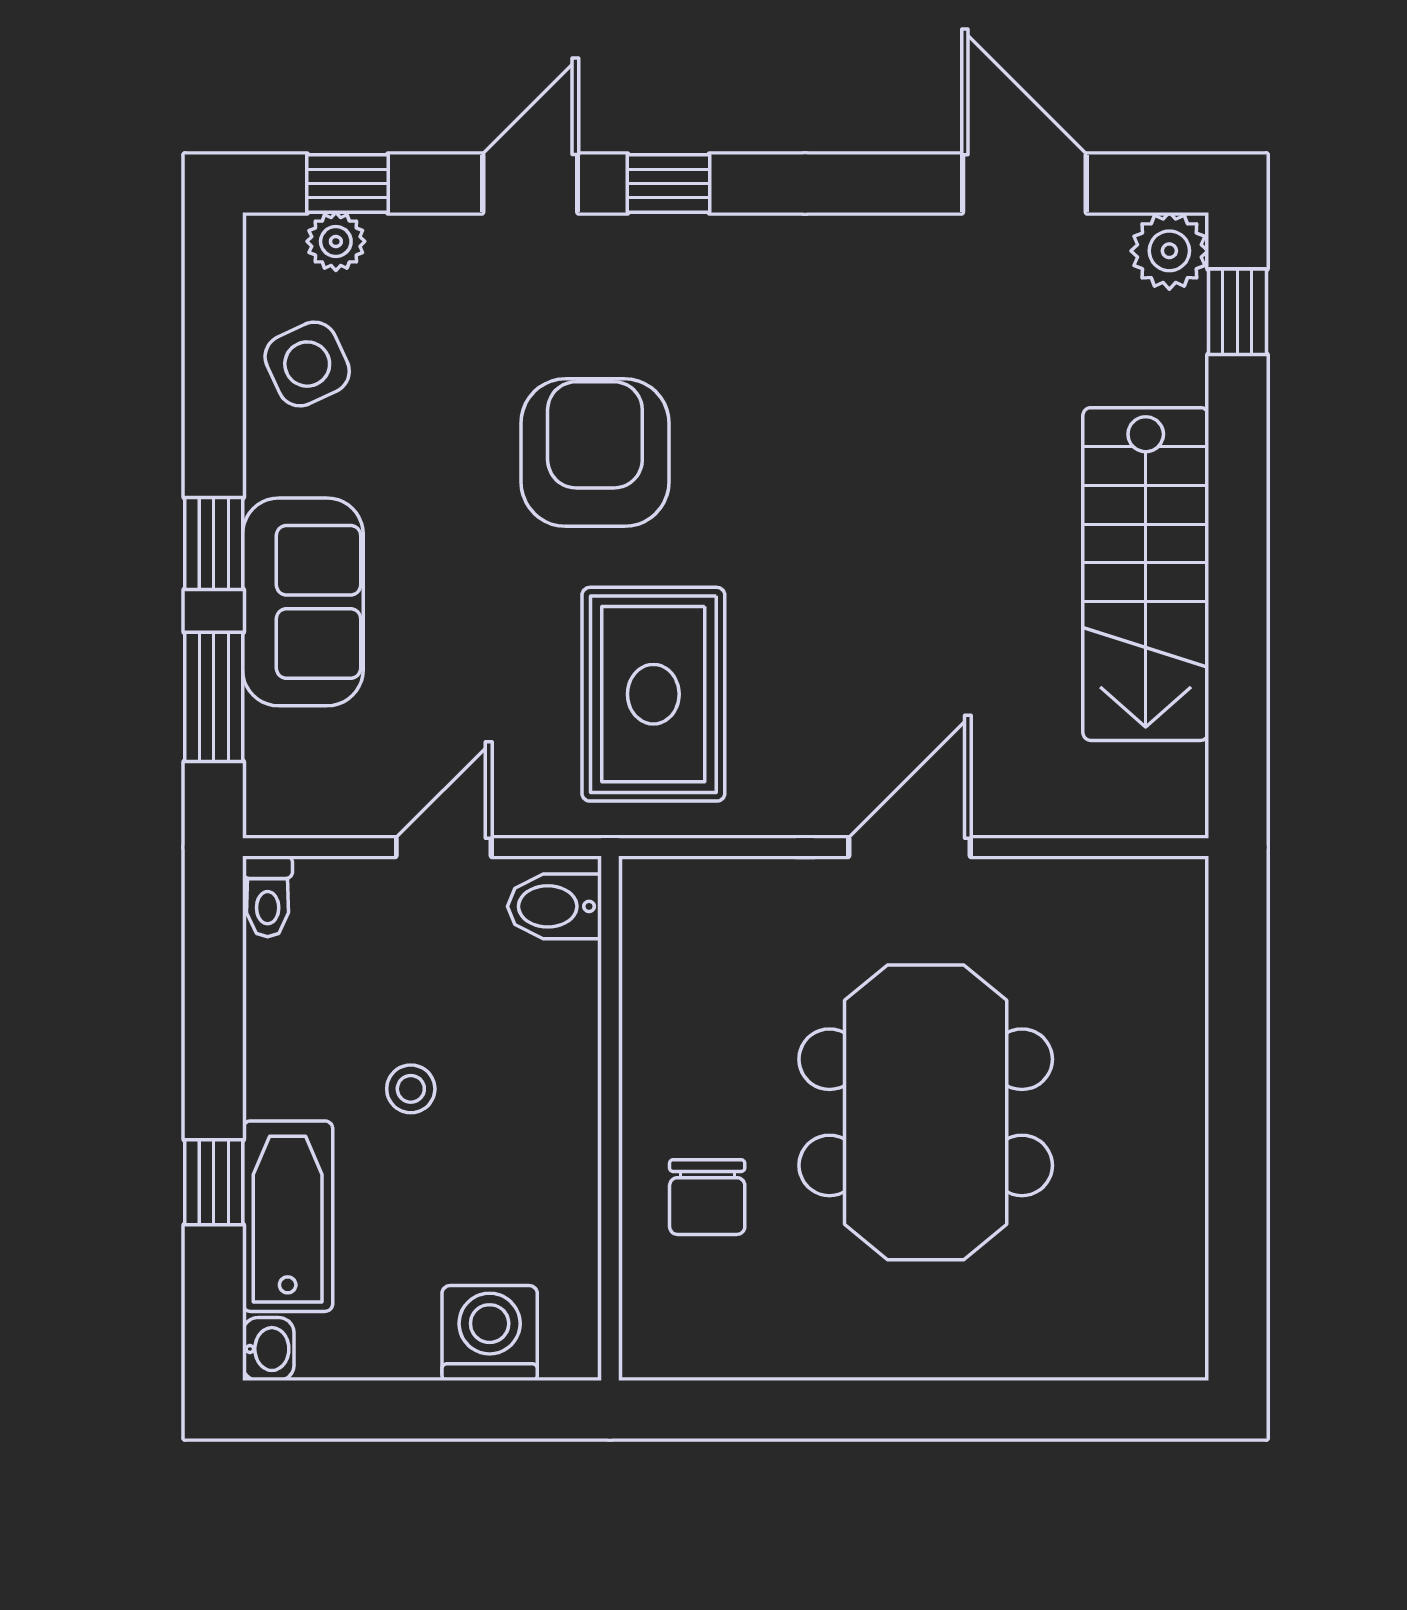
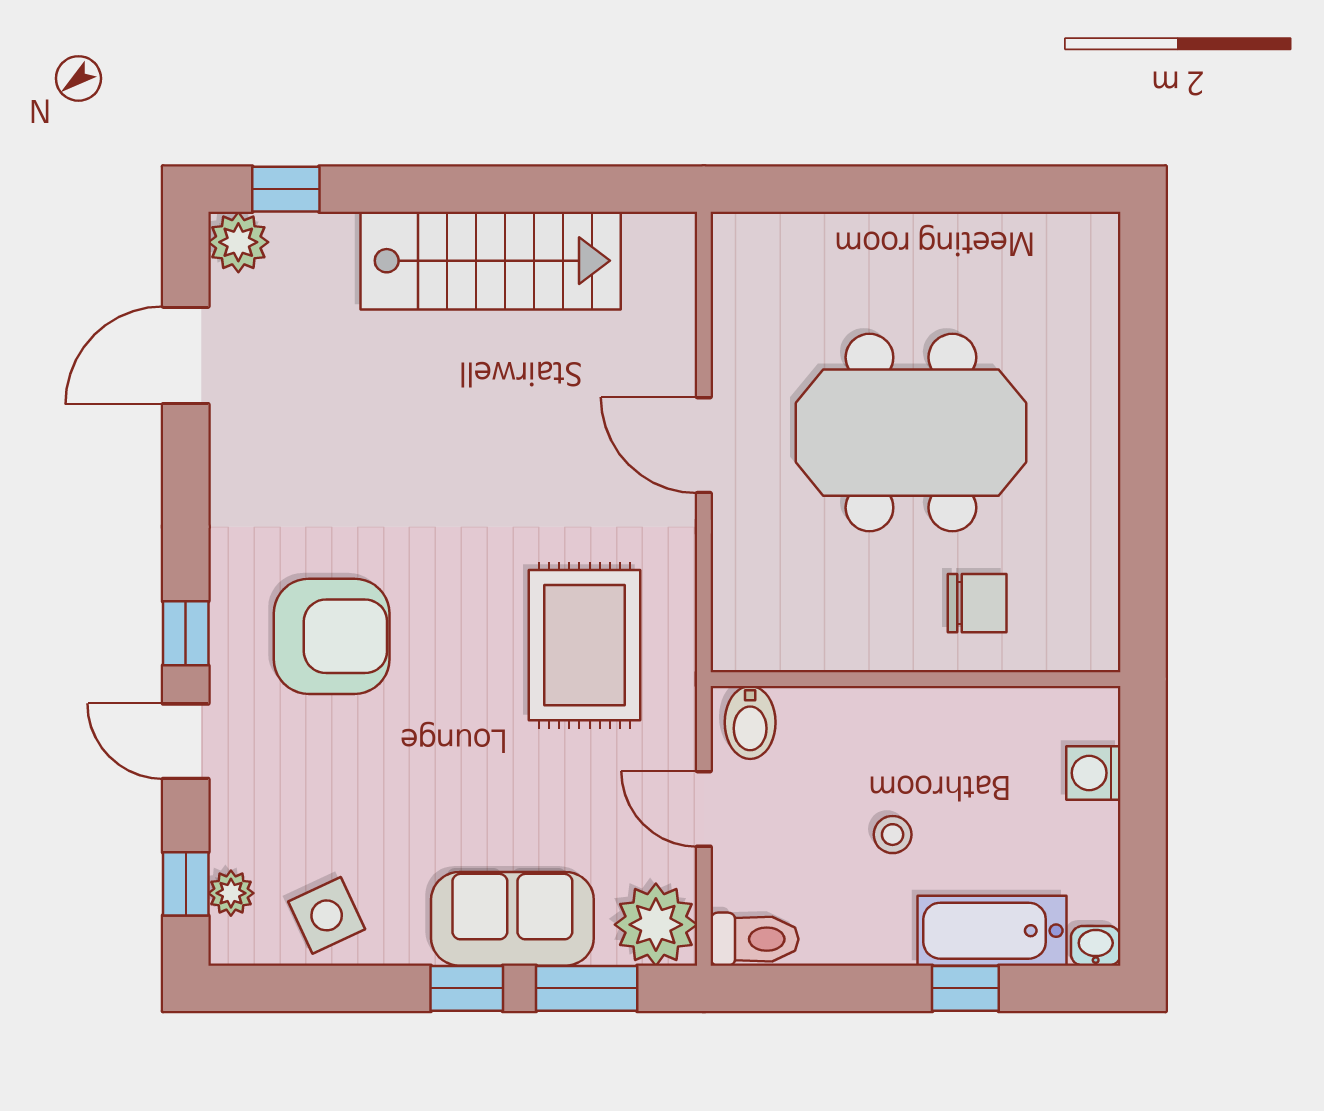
armchair: (595, 453) -> (332, 636), moved, turned 180
rug: (653, 694) -> (584, 645), turned 90
plant: (296, 786) -> (656, 925), added
toilet: (268, 896) -> (754, 939), width x1.37, depth x1.39
washing machine: (490, 1333) -> (1093, 773), width x0.73, depth x0.73

